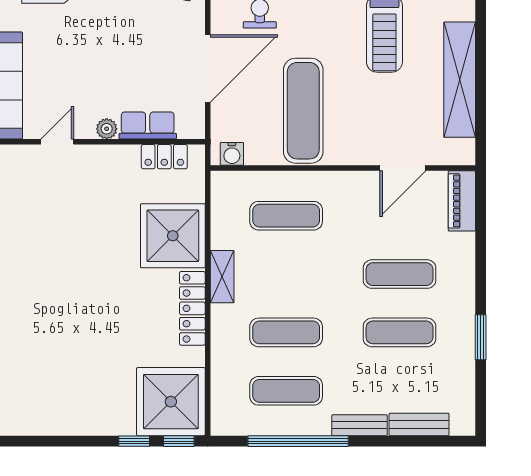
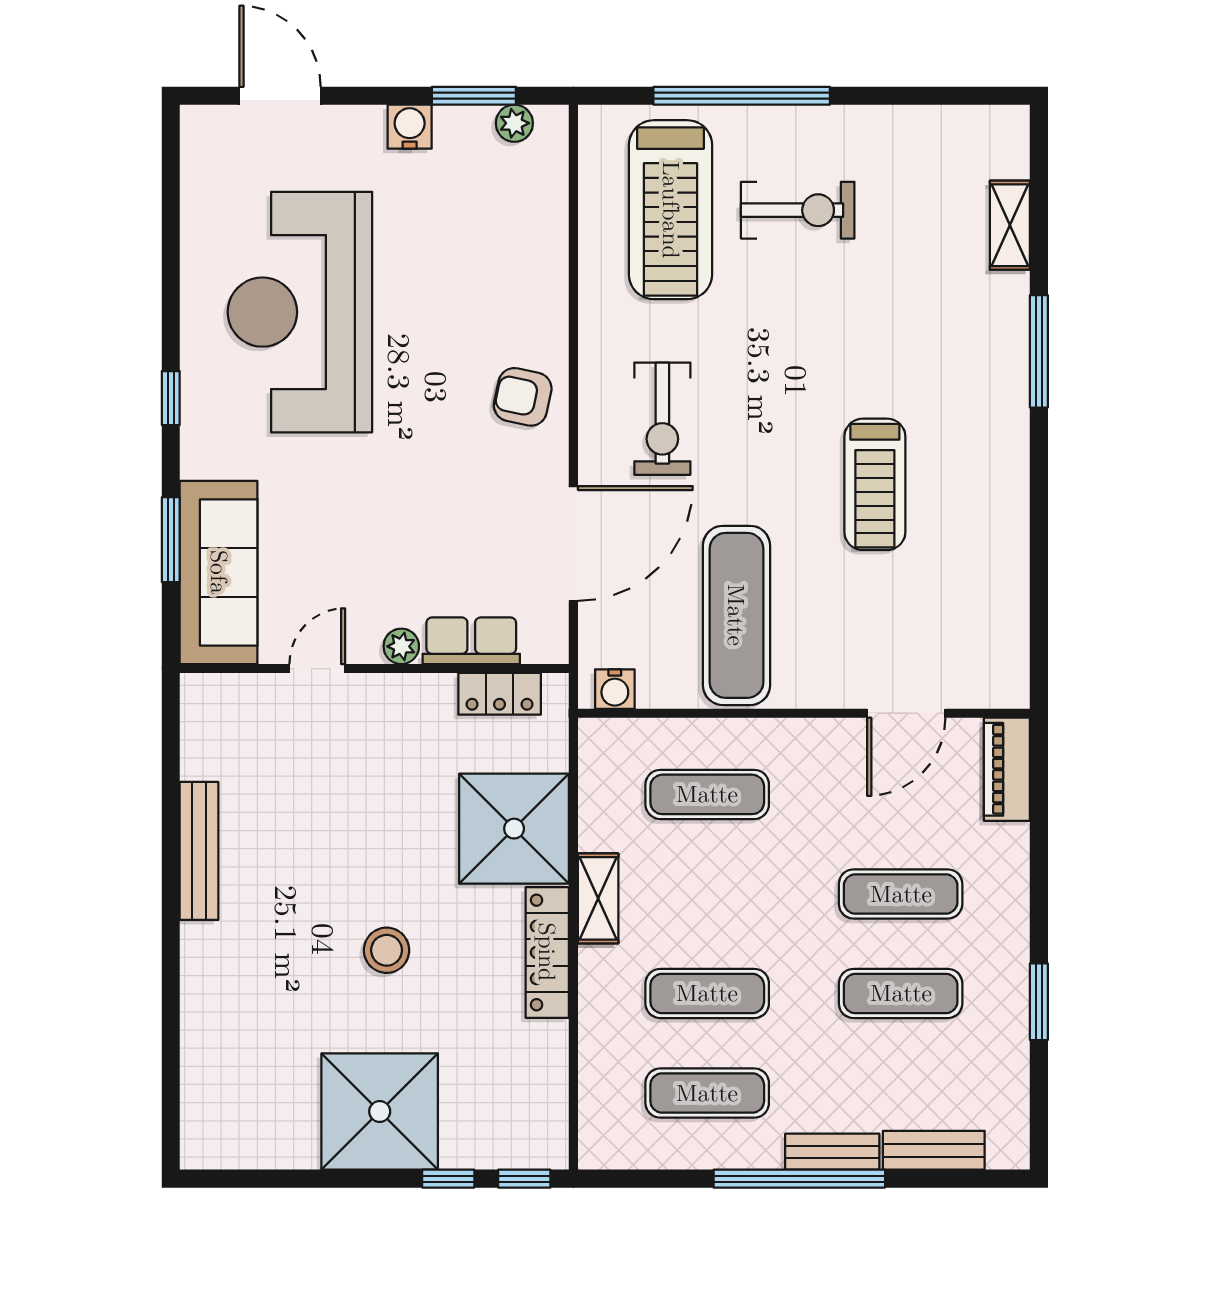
shelving: (460, 80) -> (1003, 563), removed
stool: (98, 307) -> (387, 950), added
shower: (171, 402) -> (380, 1111), moved
window: (298, 441) -> (799, 1179), moved

